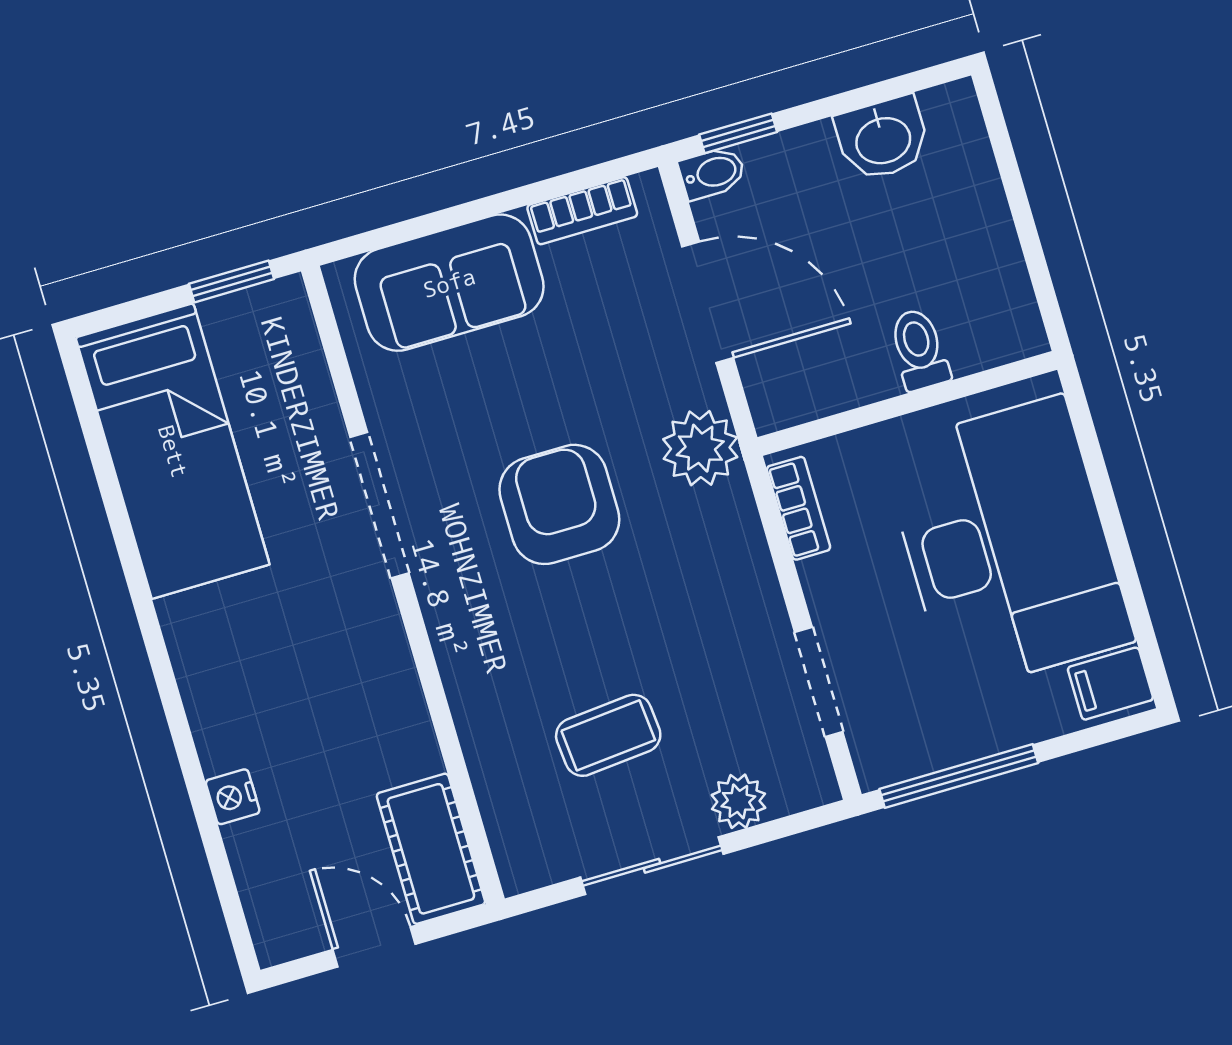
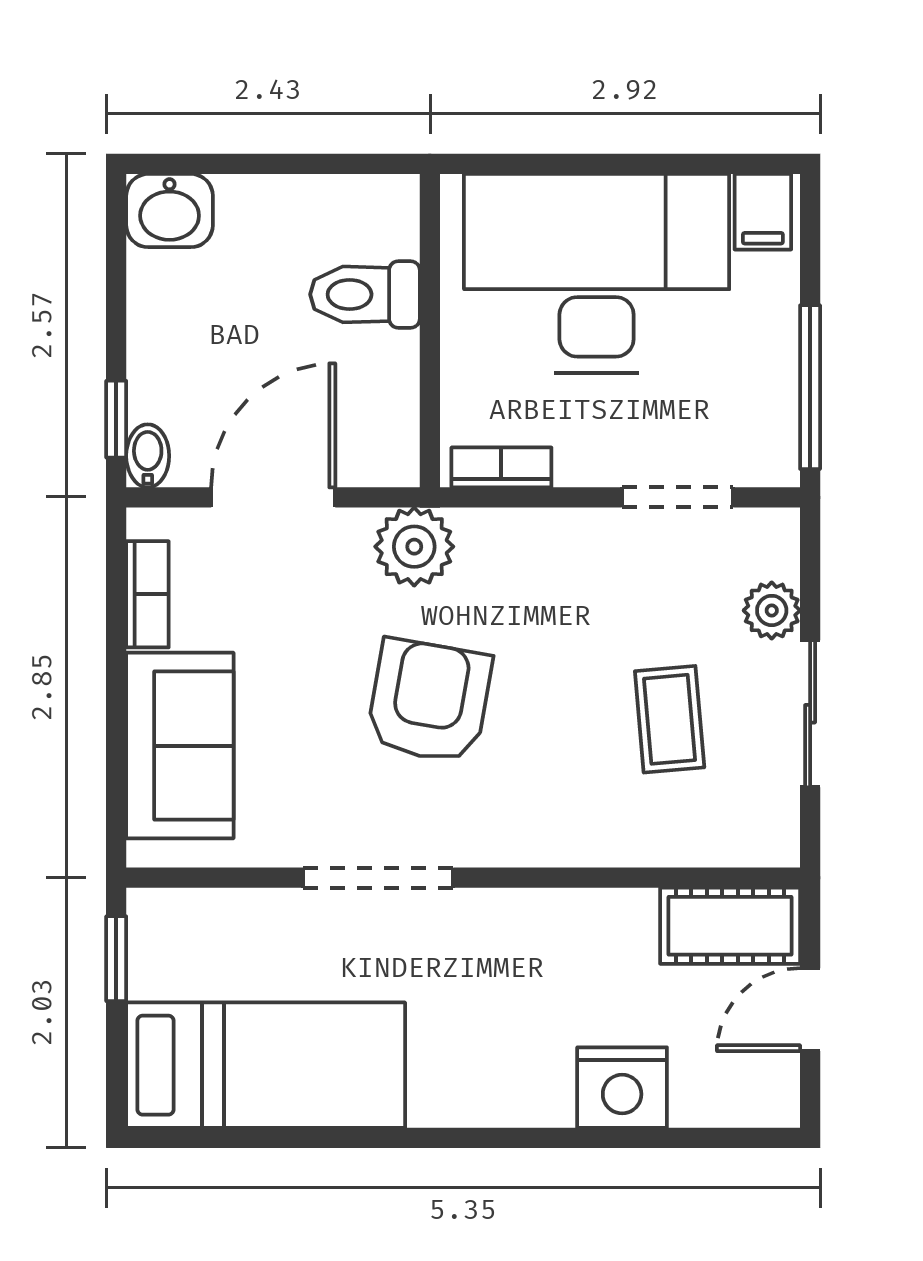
washbasin: (883, 139) -> (170, 211), moved, turned 90
toilet: (919, 349) -> (365, 294), width x1.37, depth x1.39
armchair: (559, 504) -> (429, 701), turned 100
nightstand: (233, 797) -> (622, 1088), width x1.89, depth x1.79

